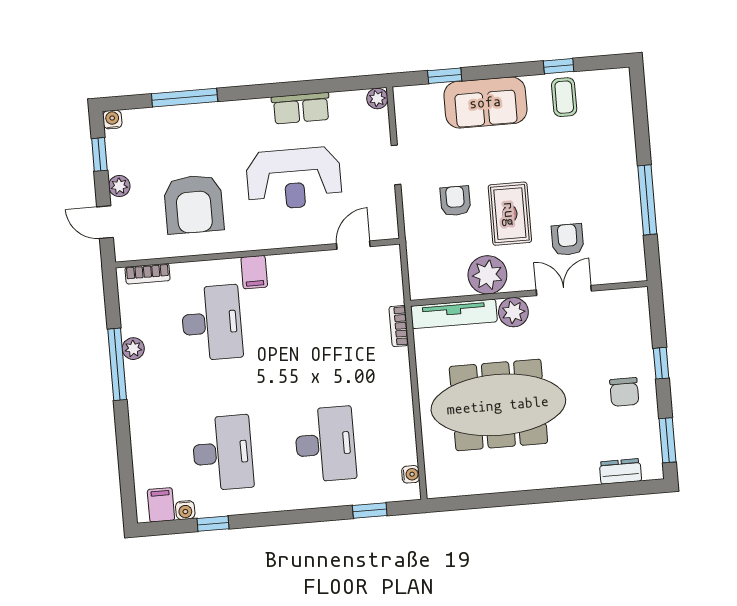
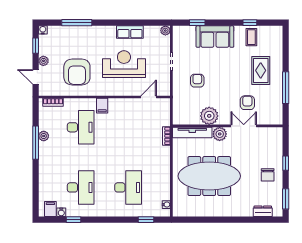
reception desk: (294, 178) -> (124, 64), turned 180
rug: (510, 214) -> (261, 70), moved

